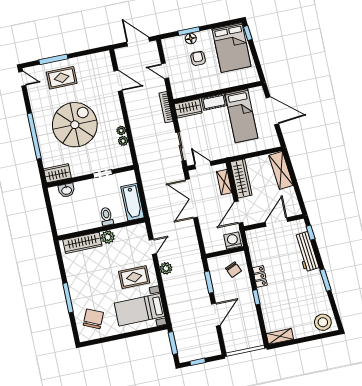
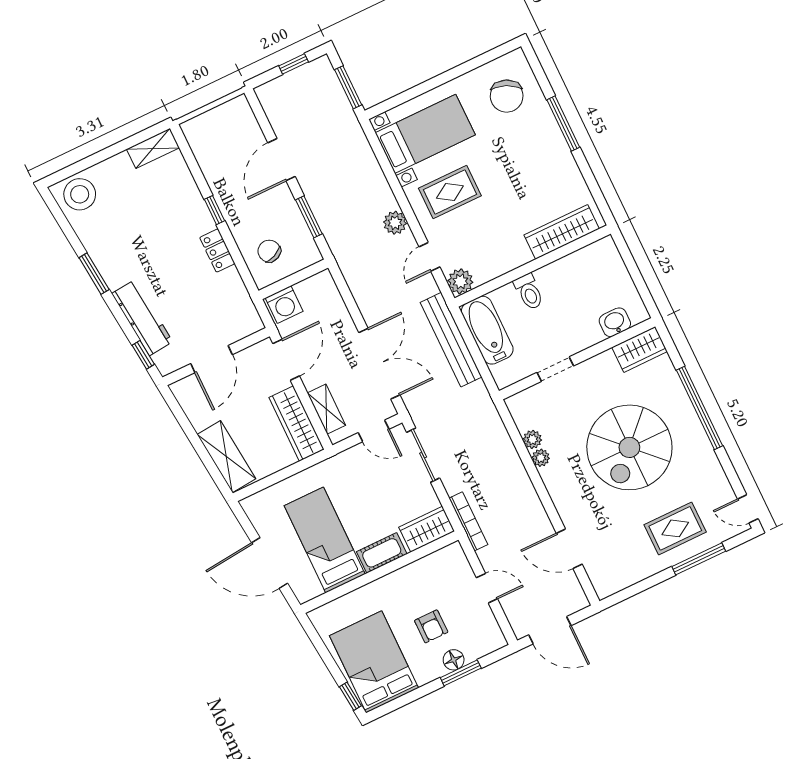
bench: (152, 202) -> (451, 340), added
plant: (108, 237) -> (460, 281), moved

